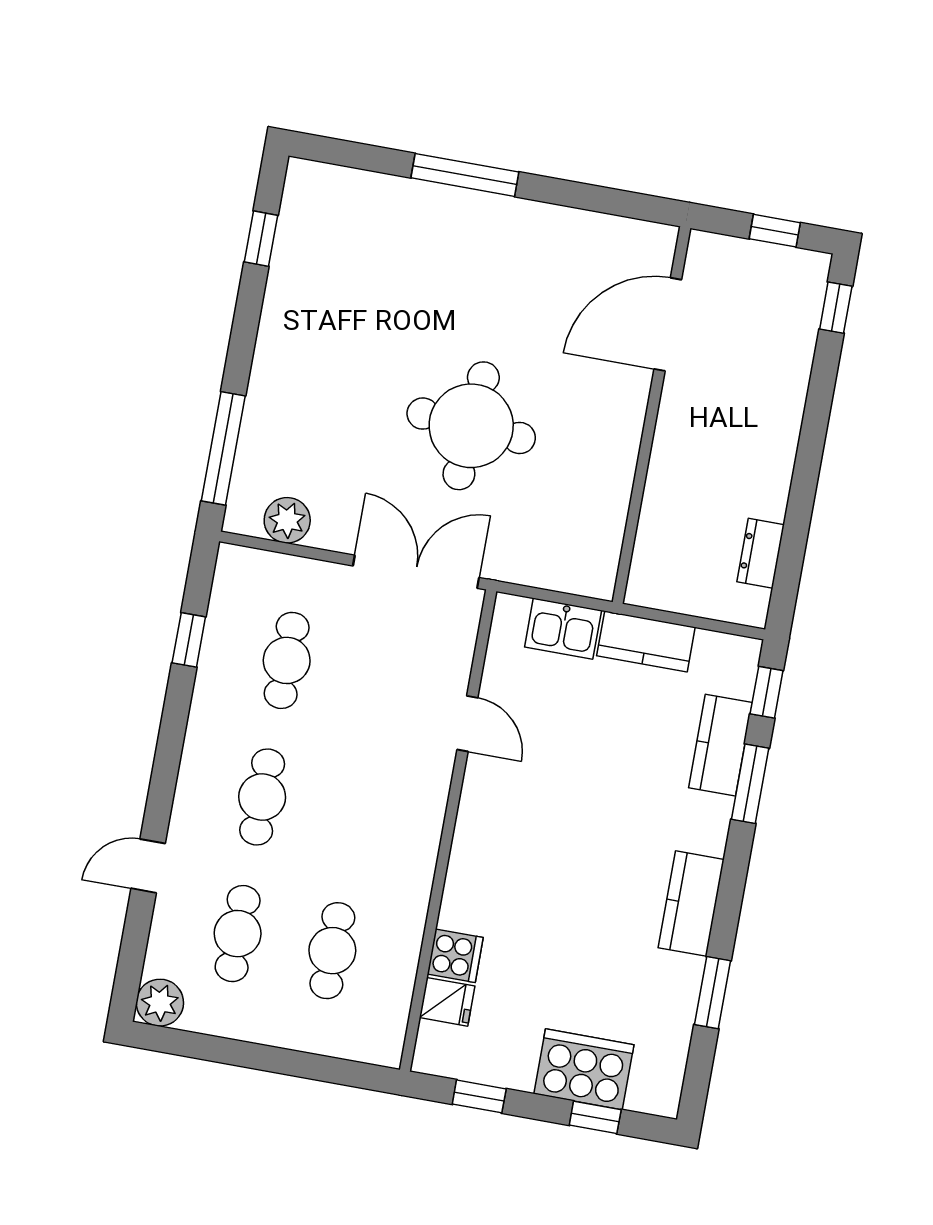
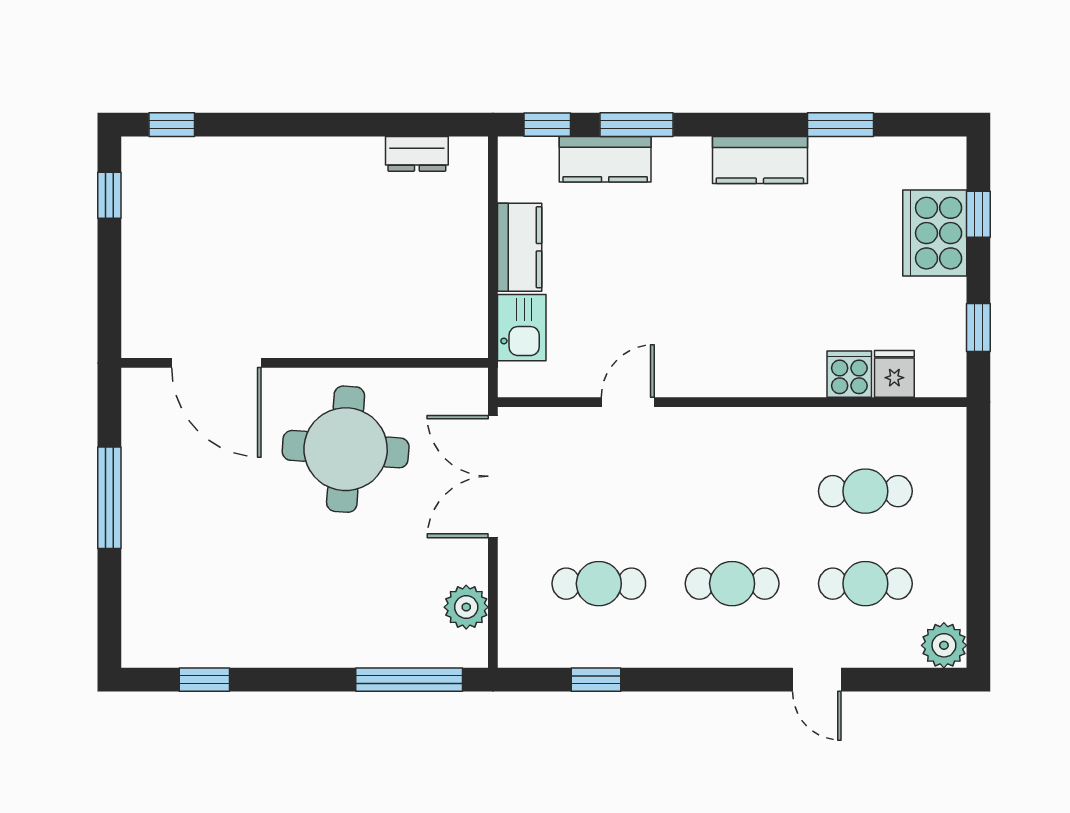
door: (668, 324) -> (216, 363), moved
wall: (651, 415) -> (305, 363), moved

